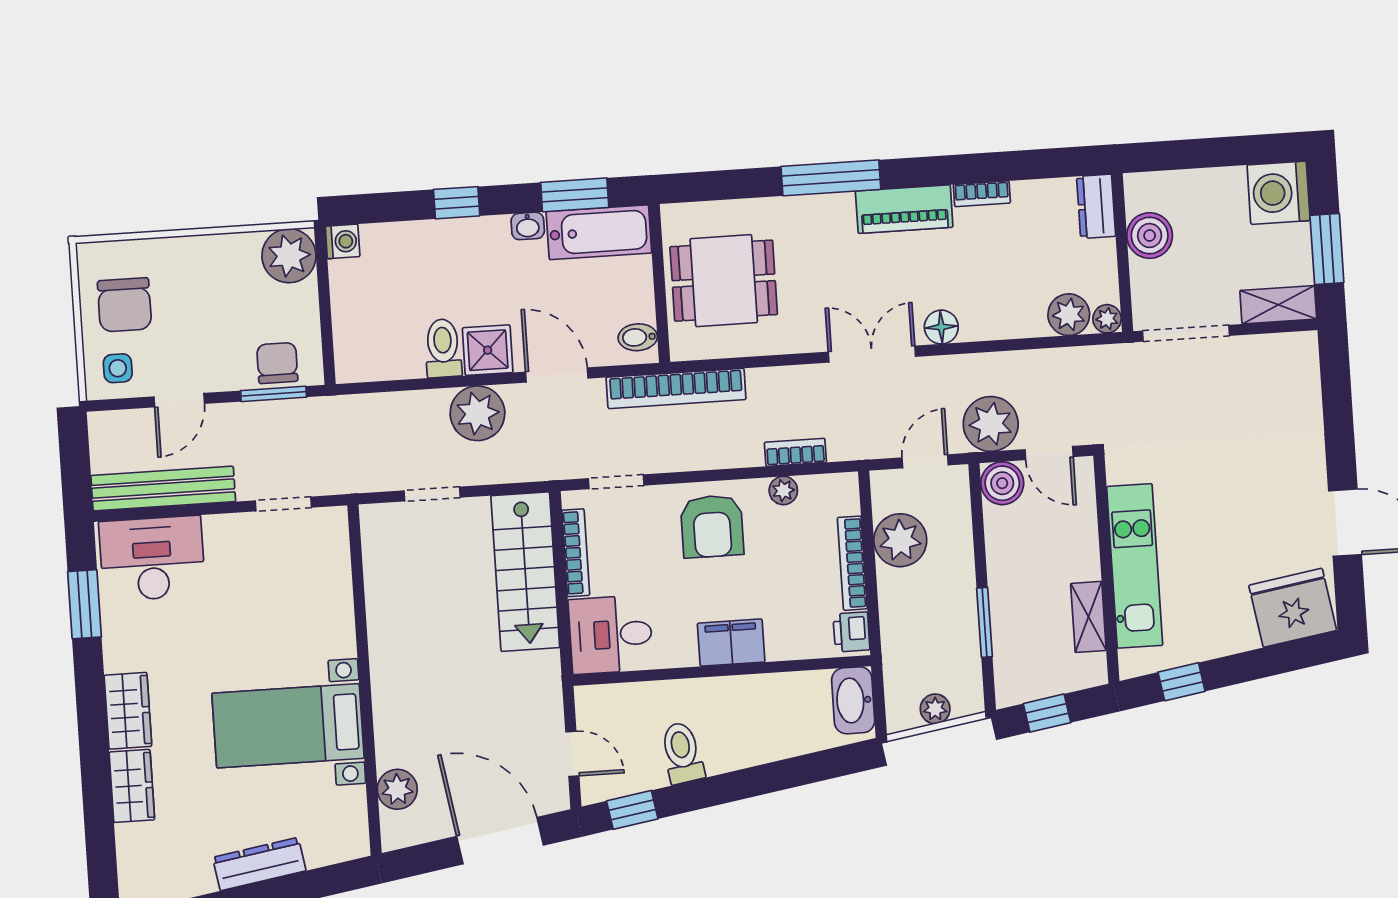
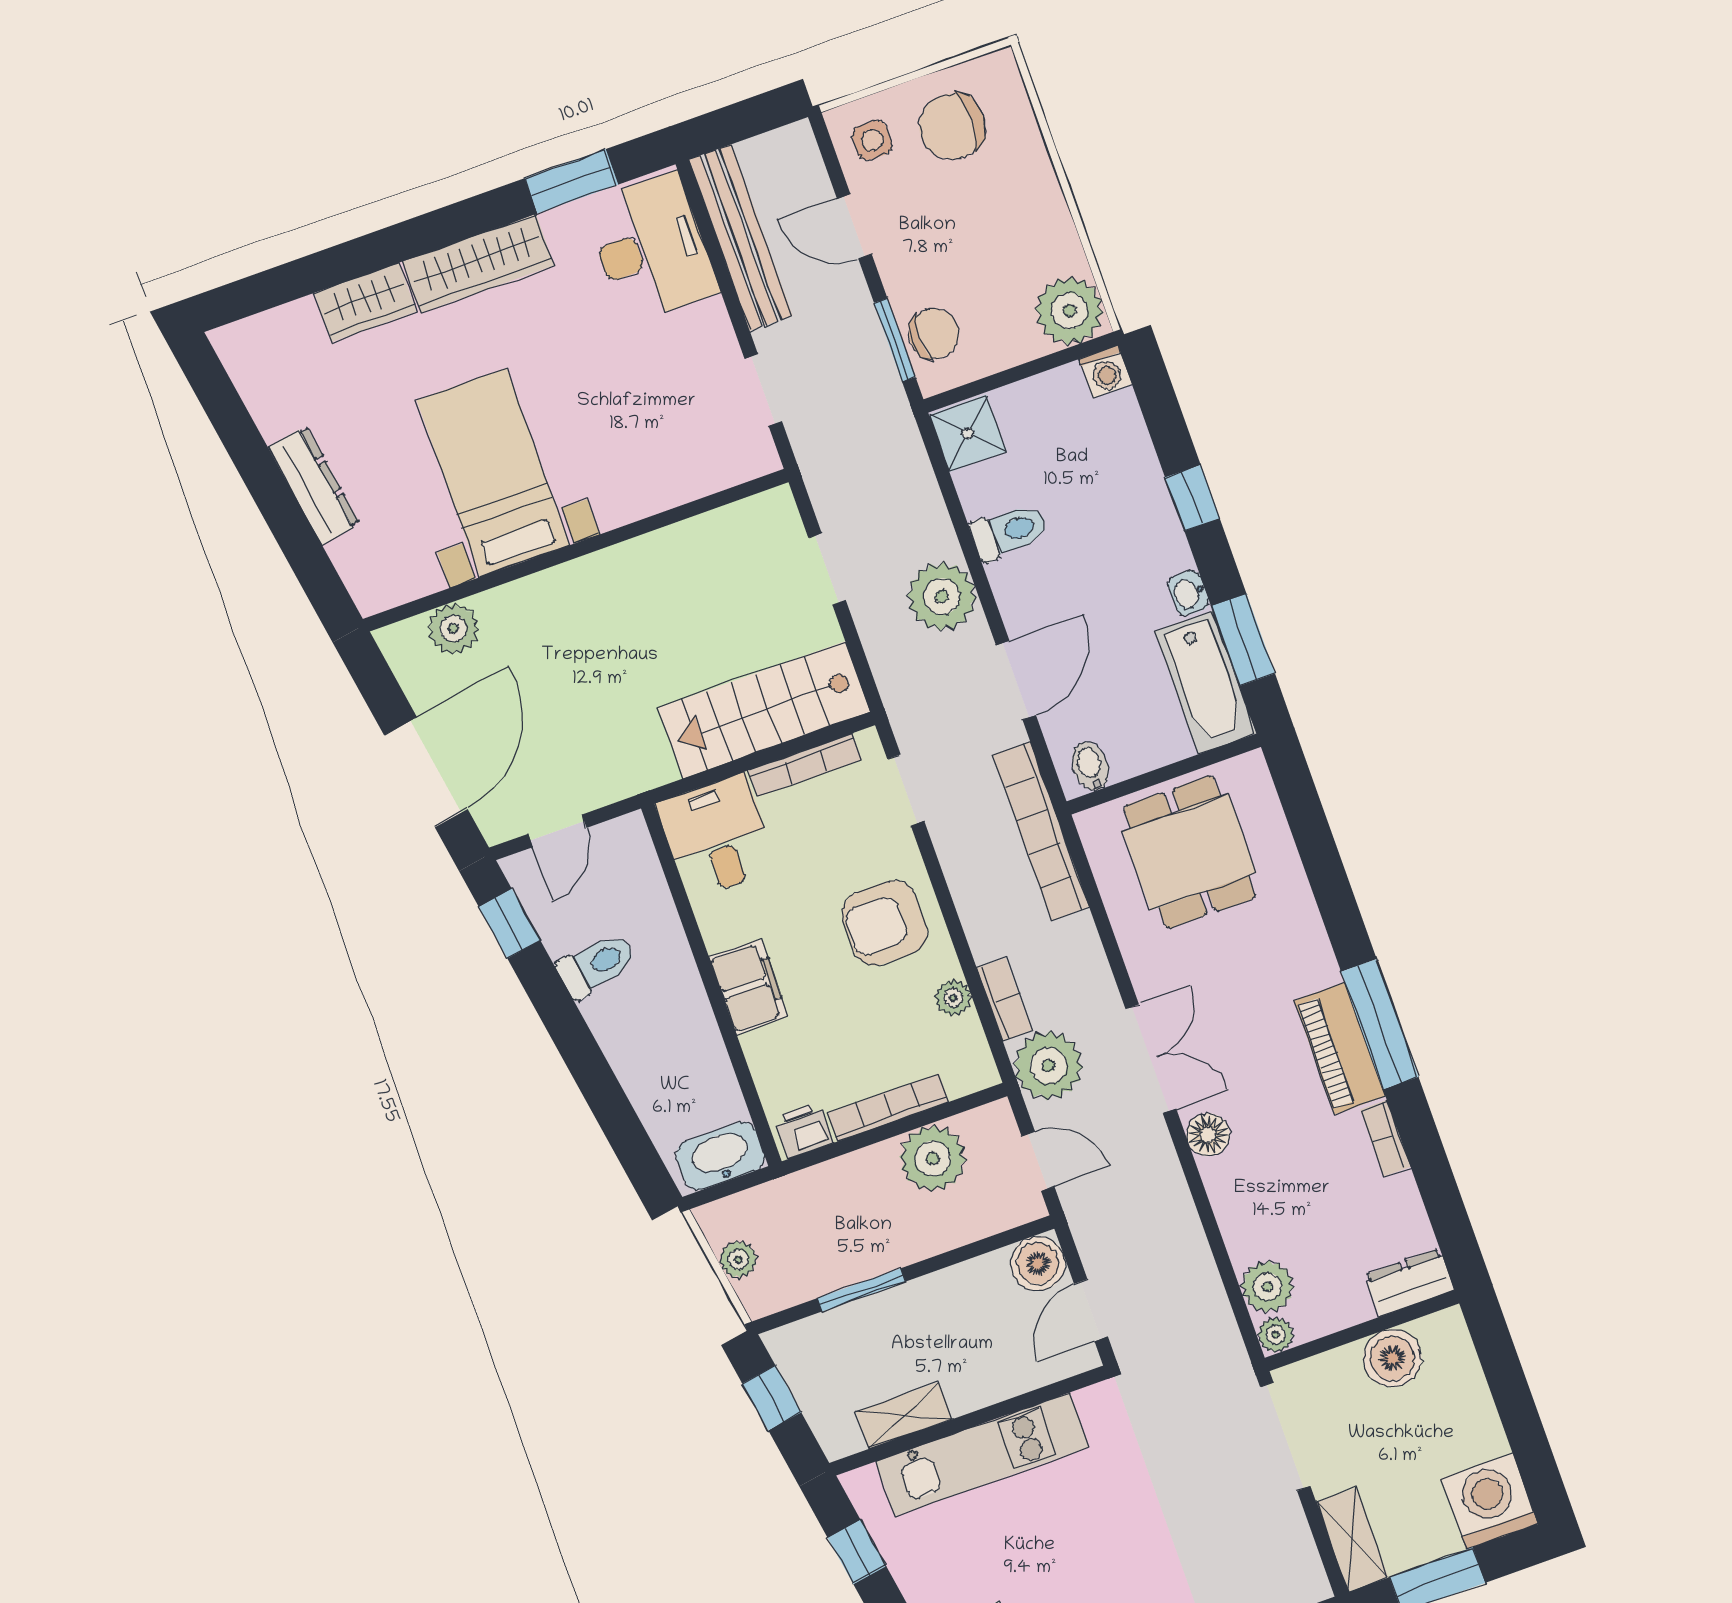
window: (831, 178) -> (1380, 1024), moved
shower: (488, 350) -> (968, 433), moved
plant: (991, 424) -> (1048, 1066), moved
wardrobe: (128, 711) -> (478, 263), width x1.50

